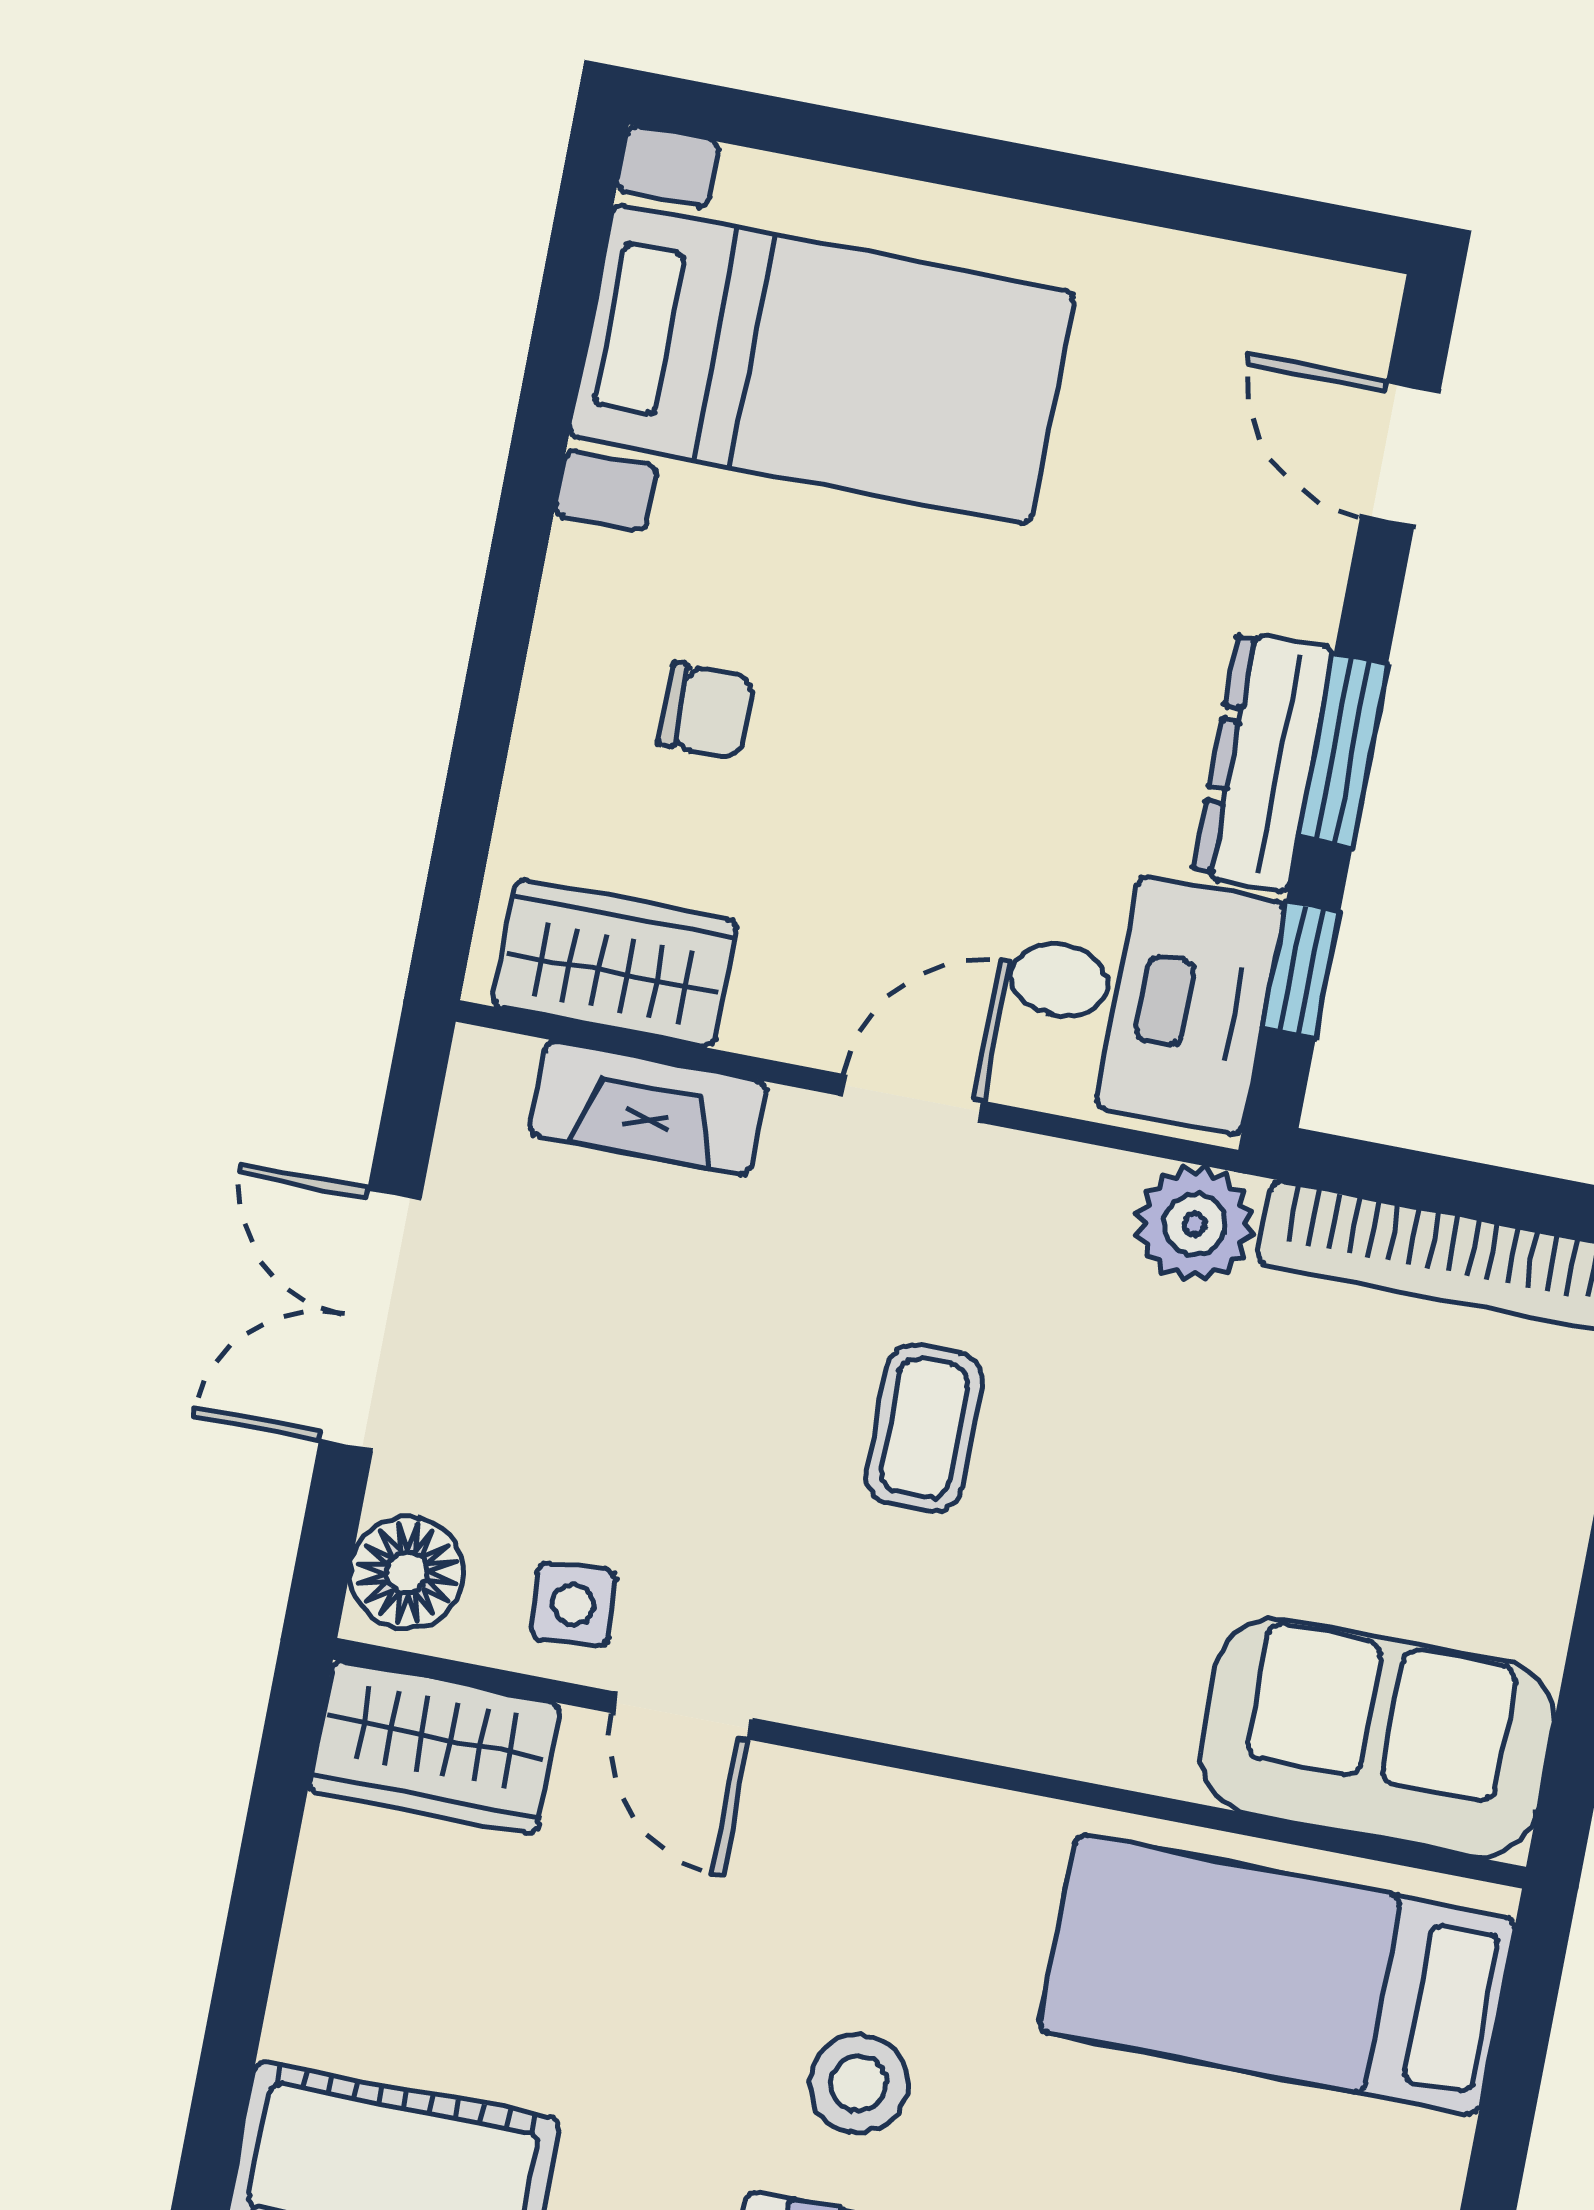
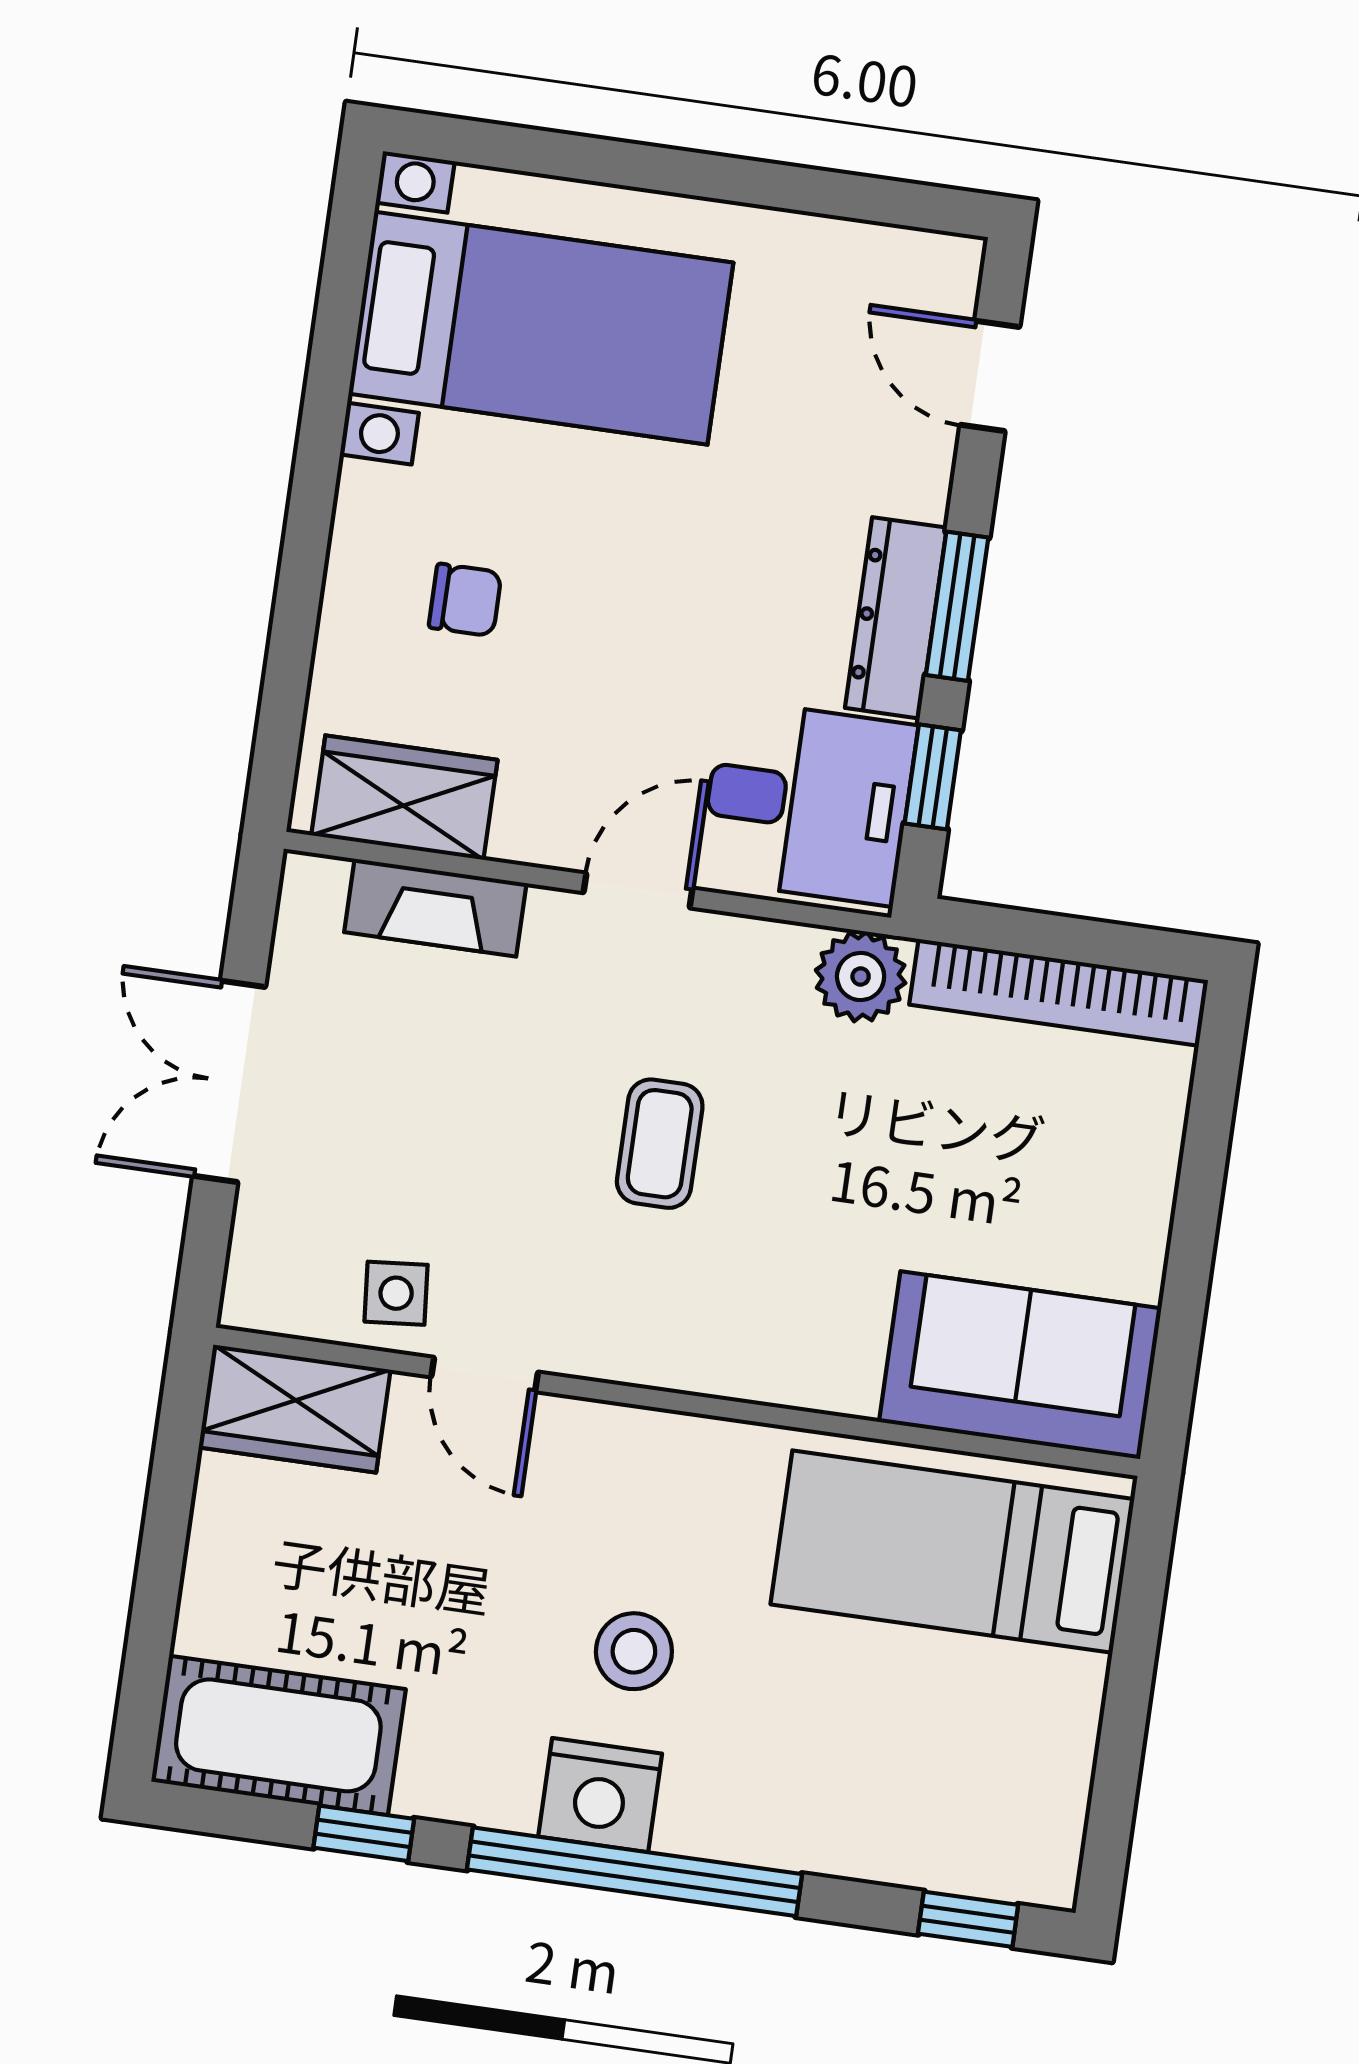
floor lamp: (407, 1573) -> (267, 1275), removed

